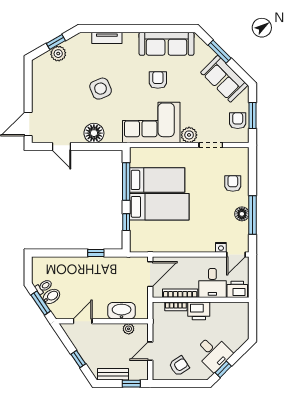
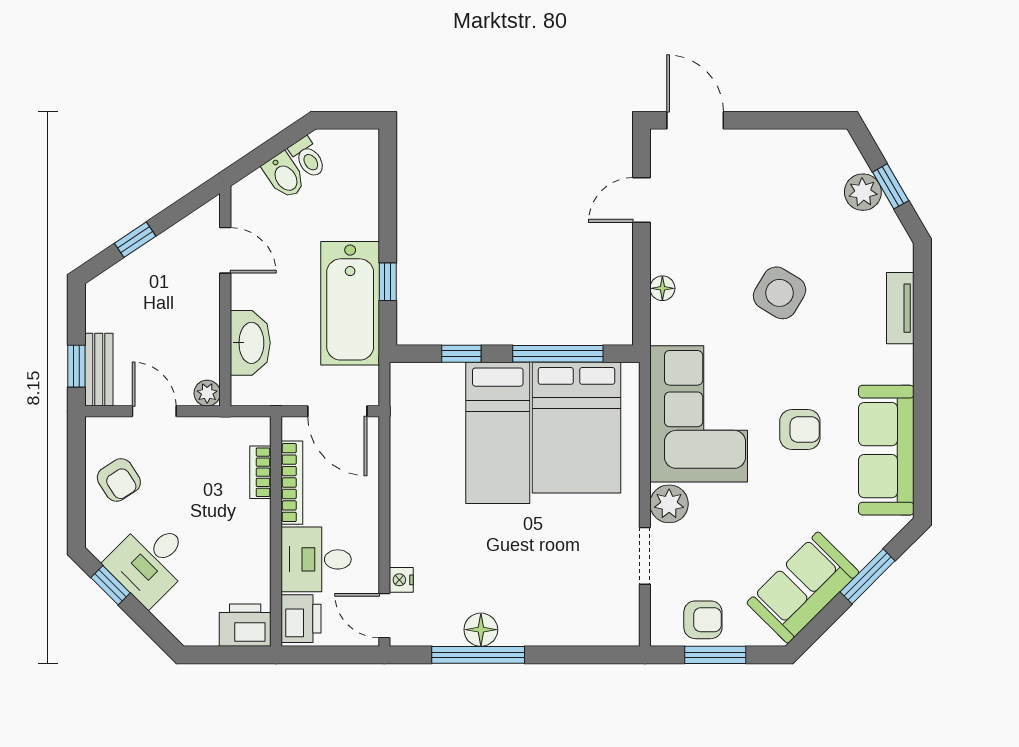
side table: (101, 89) -> (780, 293), turned -36
floor lamp: (94, 133) -> (662, 288), width x0.53, depth x0.53
bed: (157, 180) -> (576, 428), width x1.50
armchair: (233, 183) -> (553, 608), removed
bathtub: (105, 269) -> (350, 303), added
window: (41, 303) -> (269, 150), removed
printer: (199, 311) -> (245, 625), moved, turned 90
plant: (129, 329) -> (207, 393), moved
bench: (113, 374) -> (99, 370), moved

